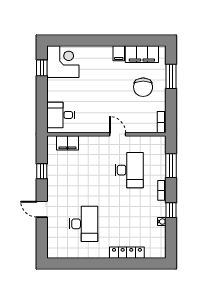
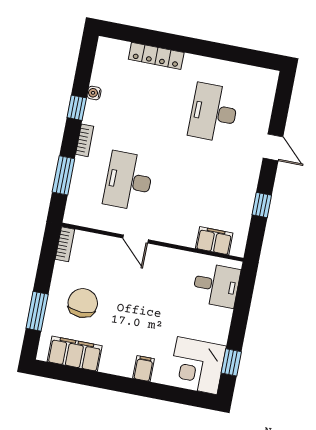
filing cabinet: (119, 53) -> (144, 369), moved

